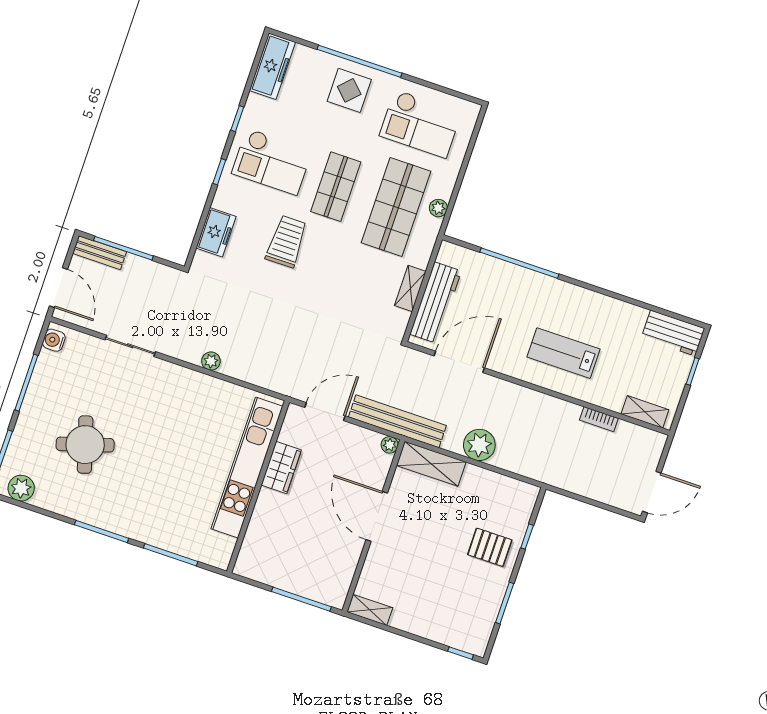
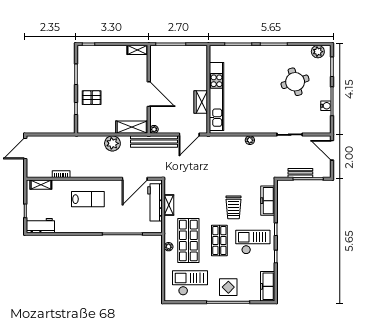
freezer: (216, 232) -> (268, 201), width x1.40
bench: (100, 253) -> (300, 173), moved
water cooler: (54, 340) -> (326, 106), moved

